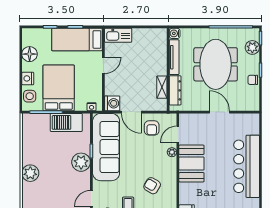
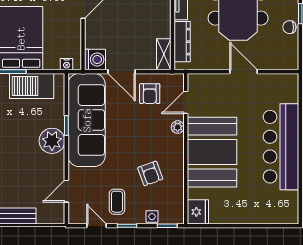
shelving: (162, 87) -> (164, 54), moved
booth: (191, 164) -> (212, 152), width x1.36, depth x1.42
armchair: (152, 186) -> (150, 173), turned -140

